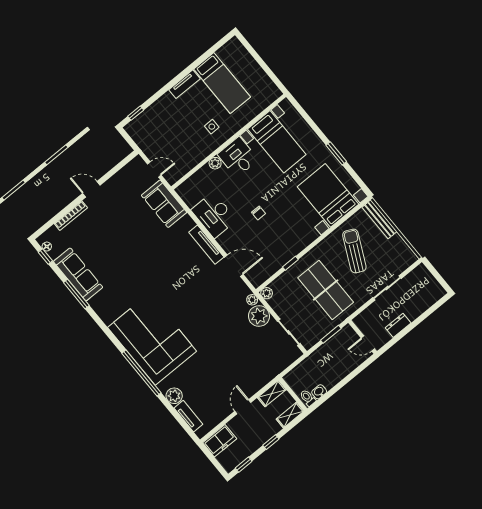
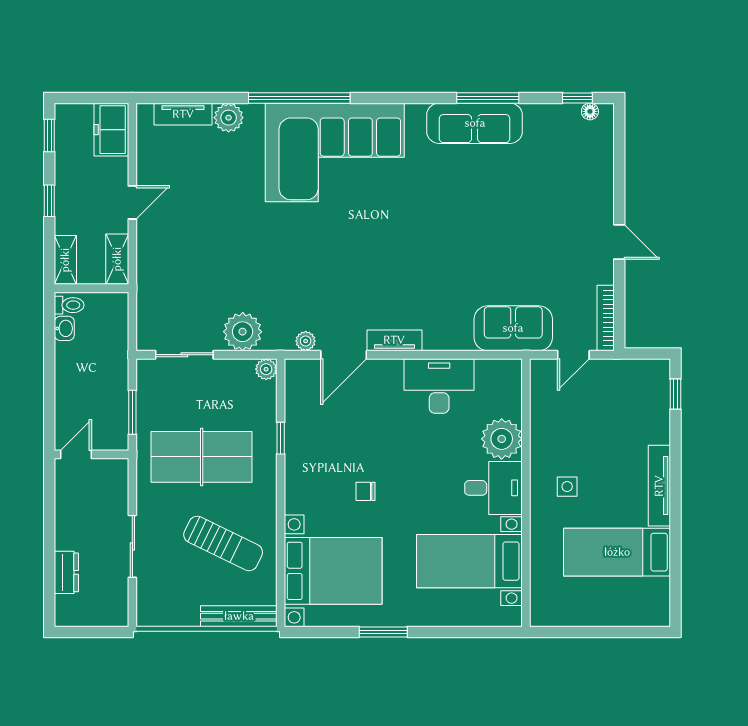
tv unit: (184, 84) -> (659, 486), width x1.41
plant: (215, 163) -> (502, 439), width x1.87, depth x1.87
door: (91, 189) -> (619, 242), hinge flipped
chair: (258, 213) -> (365, 491), moved
bookcase: (71, 216) -> (606, 318), moved
tv unit: (206, 245) -> (394, 340), width x0.71
sofa: (78, 274) -> (475, 123), moved
plant: (252, 300) -> (306, 341), moved
dresser: (398, 325) -> (66, 572), moved
door: (243, 407) -> (132, 202), hinge flipped

